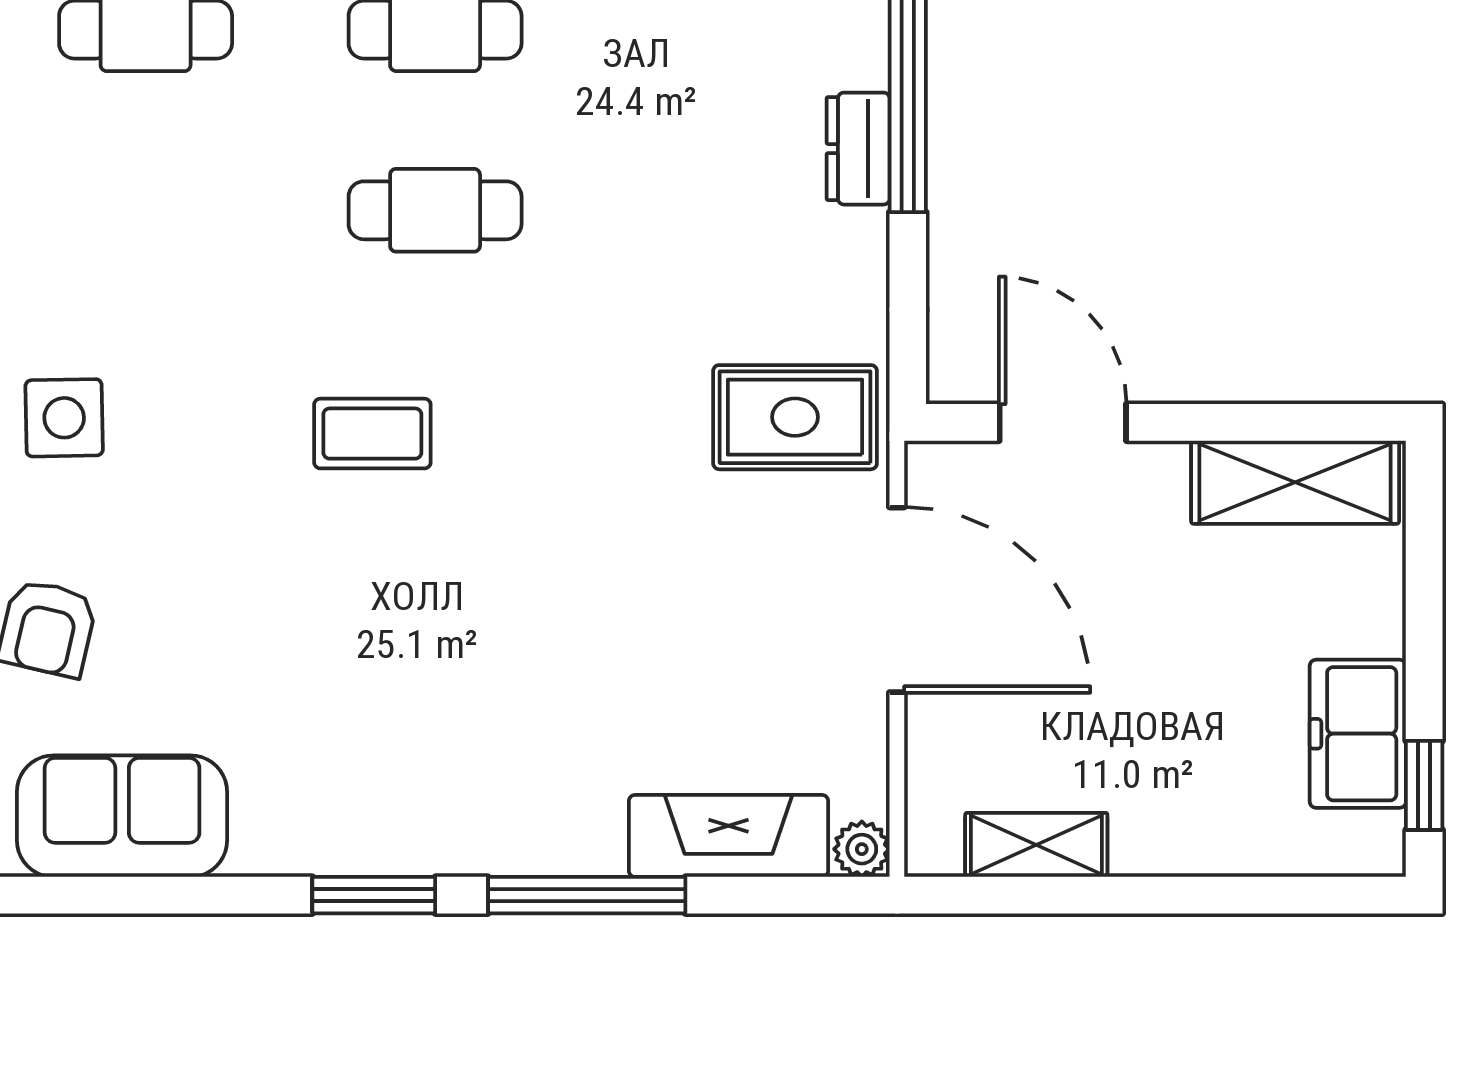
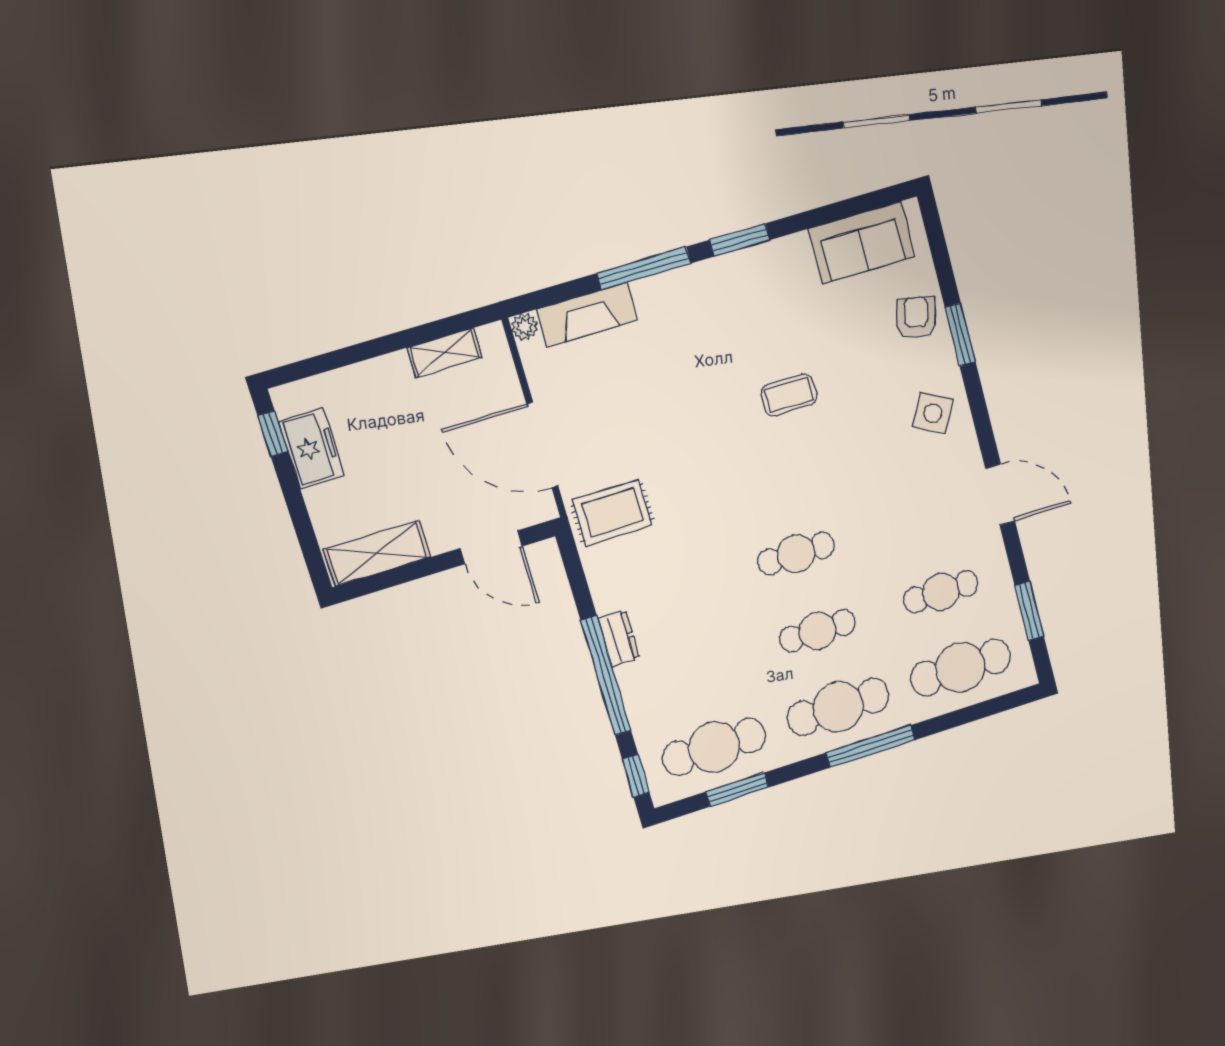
side table: (64, 418) -> (933, 413), turned 30
coffee table: (372, 434) -> (789, 395), moved

